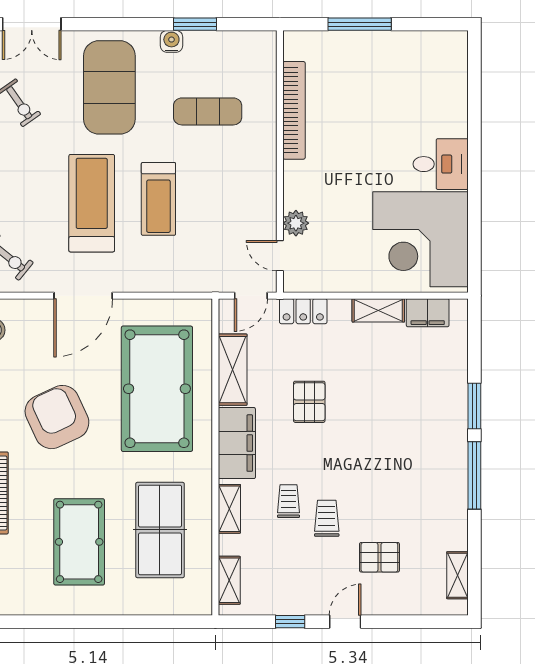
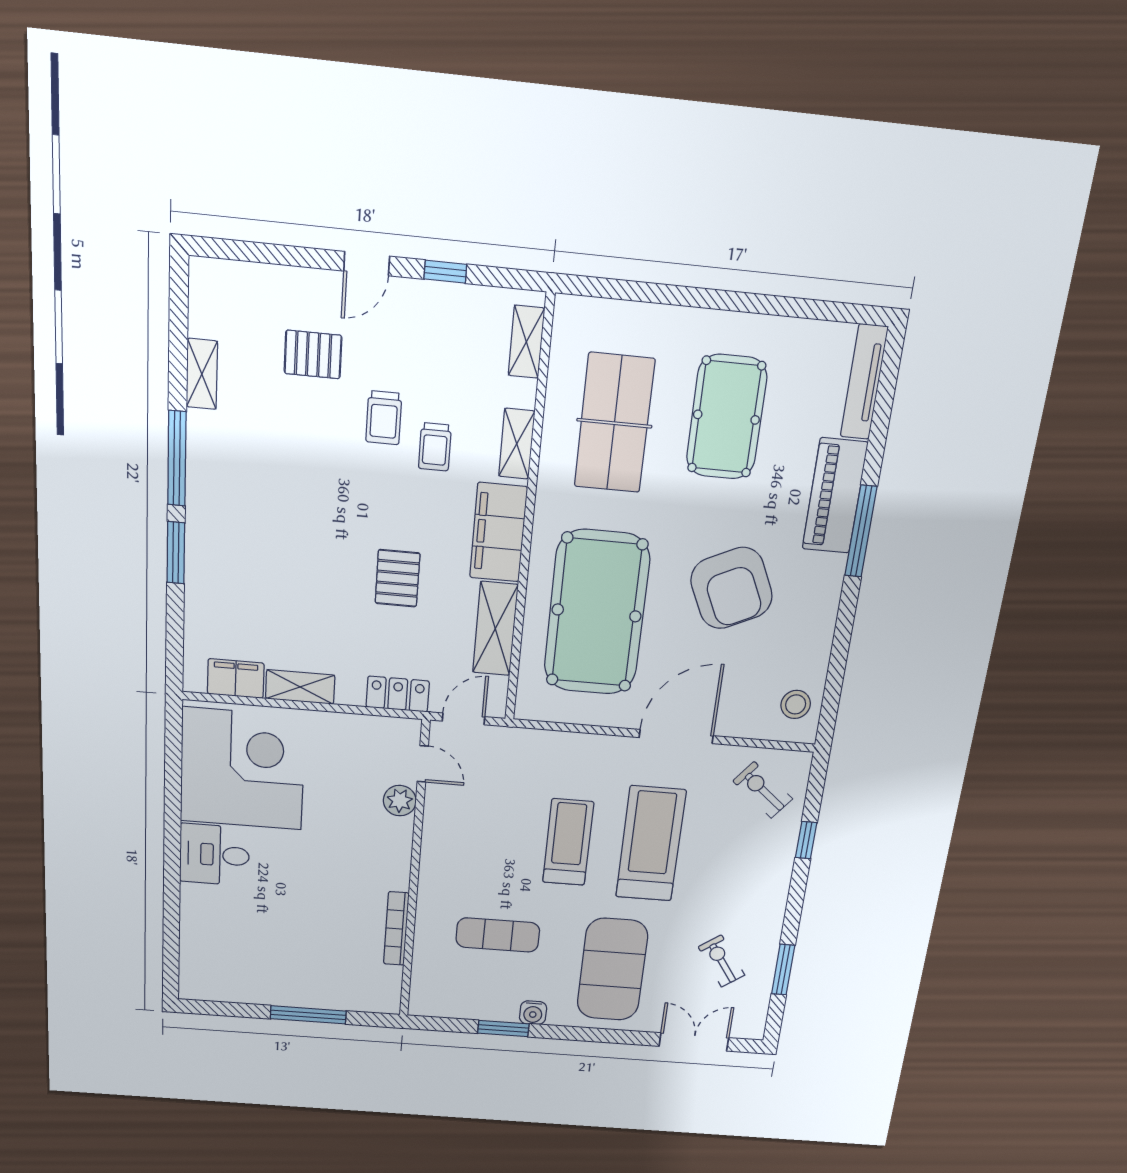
bookcase: (294, 110) -> (396, 929), width x0.68, depth x0.76
treadmill: (92, 203) -> (651, 844), turned 180
shelving: (457, 575) -> (202, 374), moved

